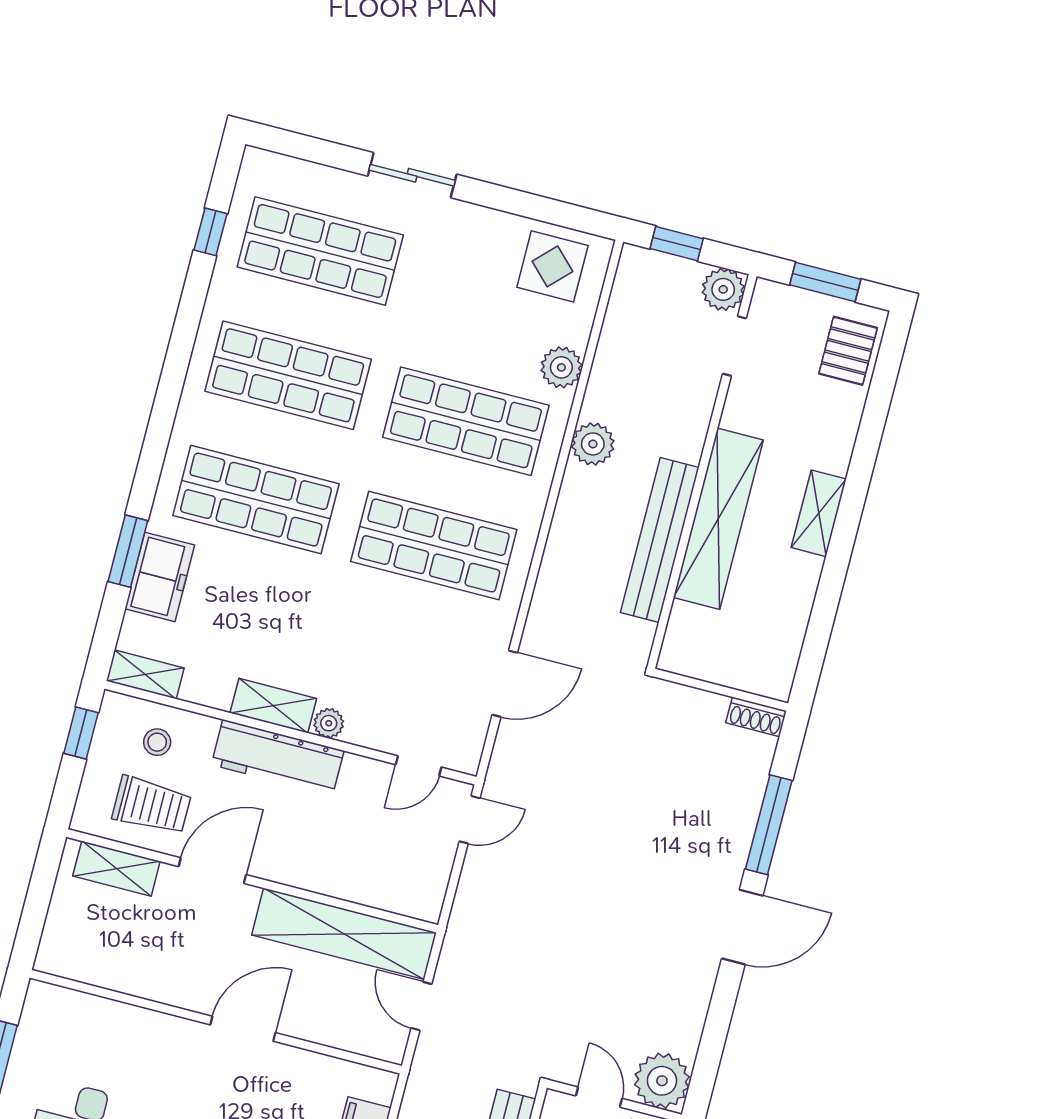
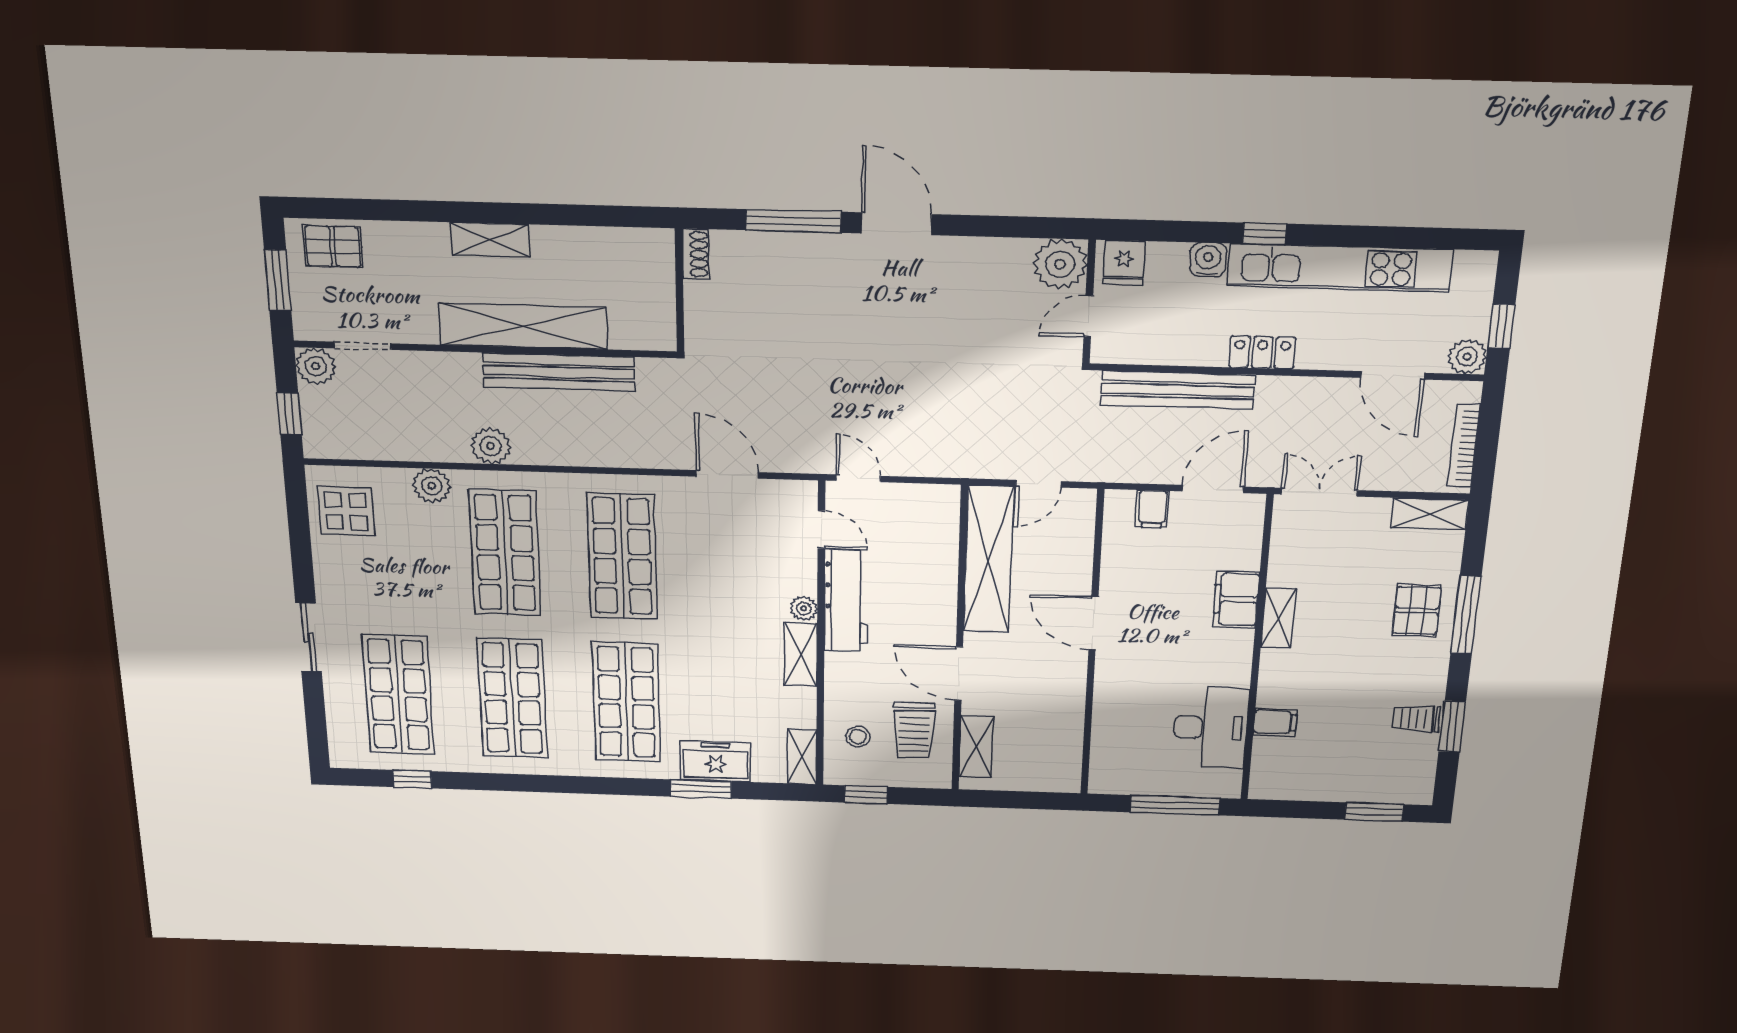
workbench: (278, 758) -> (846, 601), moved
trolley: (152, 805) -> (914, 731), turned 180

